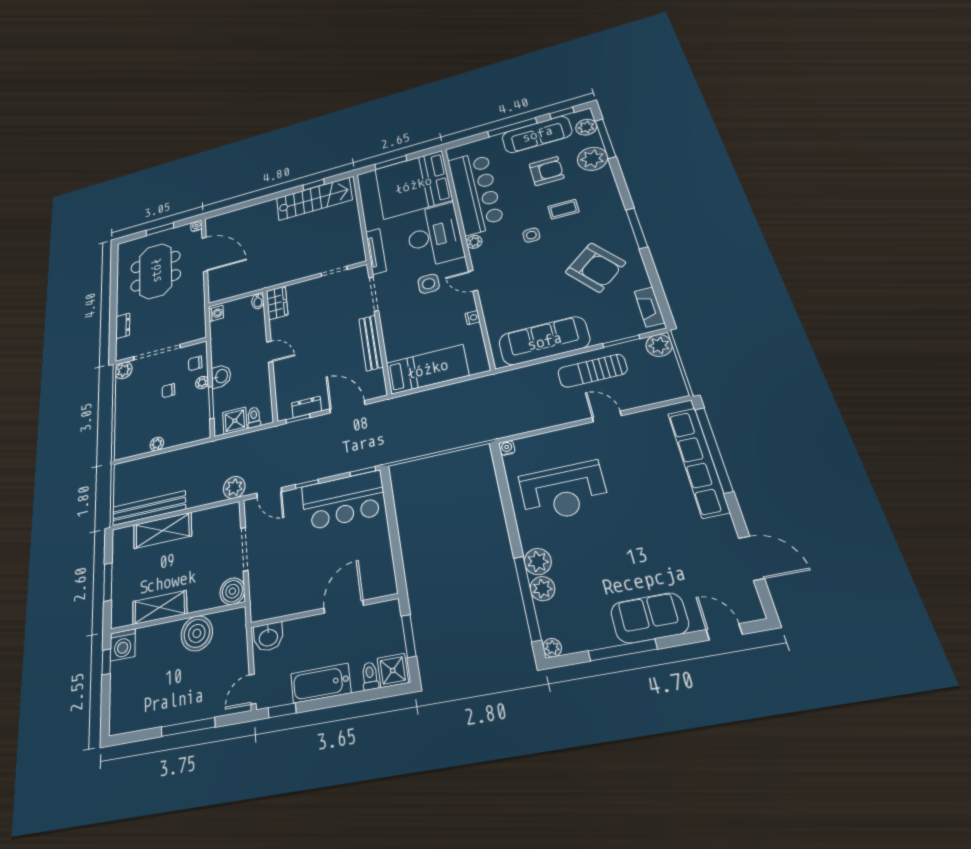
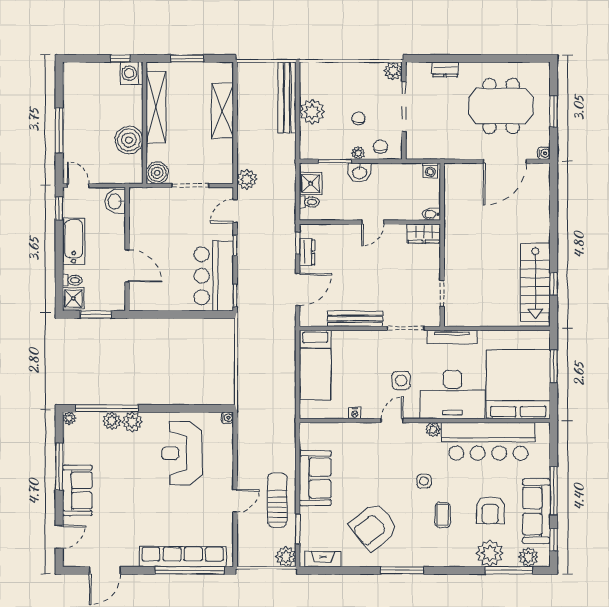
sofa: (544, 341) -> (315, 478), width x0.73
plant: (157, 444) -> (312, 112), width x1.87, depth x1.87
bench: (149, 508) -> (287, 97), moved
shelving: (160, 607) -> (156, 107), width x1.47

